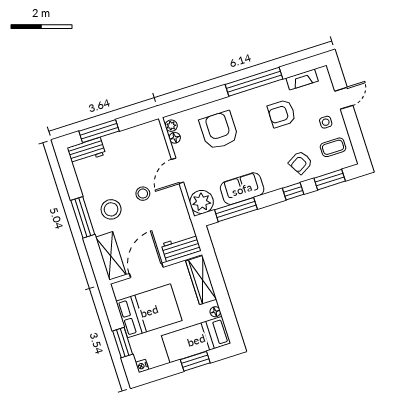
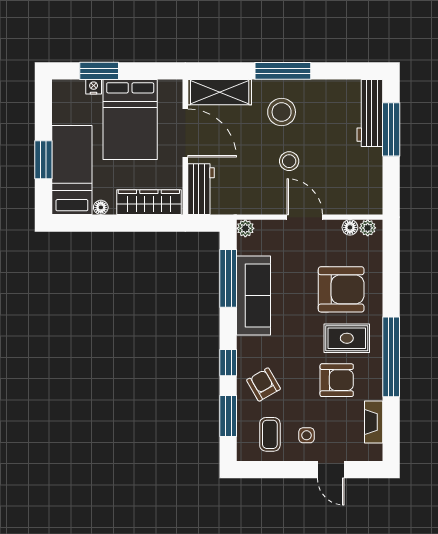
armchair: (282, 114) -> (337, 380), turned 90
rug: (251, 116) -> (347, 338), added
workbench: (86, 151) -> (370, 113), width x1.38
sofa: (242, 189) -> (254, 296), width x1.36
plant: (202, 202) -> (245, 228), width x0.53, depth x0.53
nightstand: (142, 366) -> (94, 87), moved

